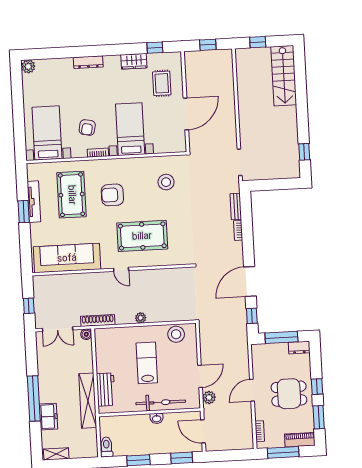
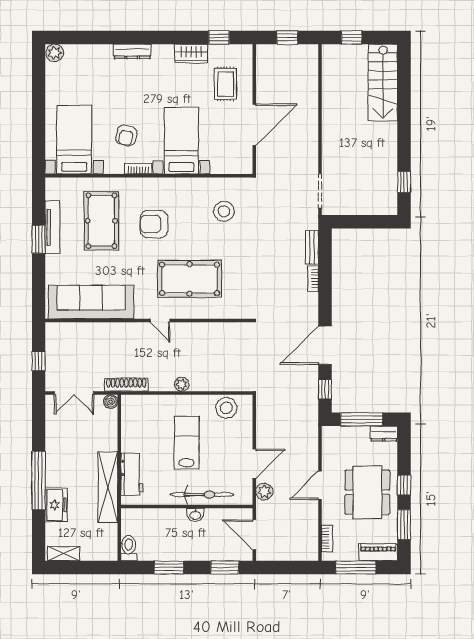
dining table: (289, 394) -> (367, 492), width x1.37

